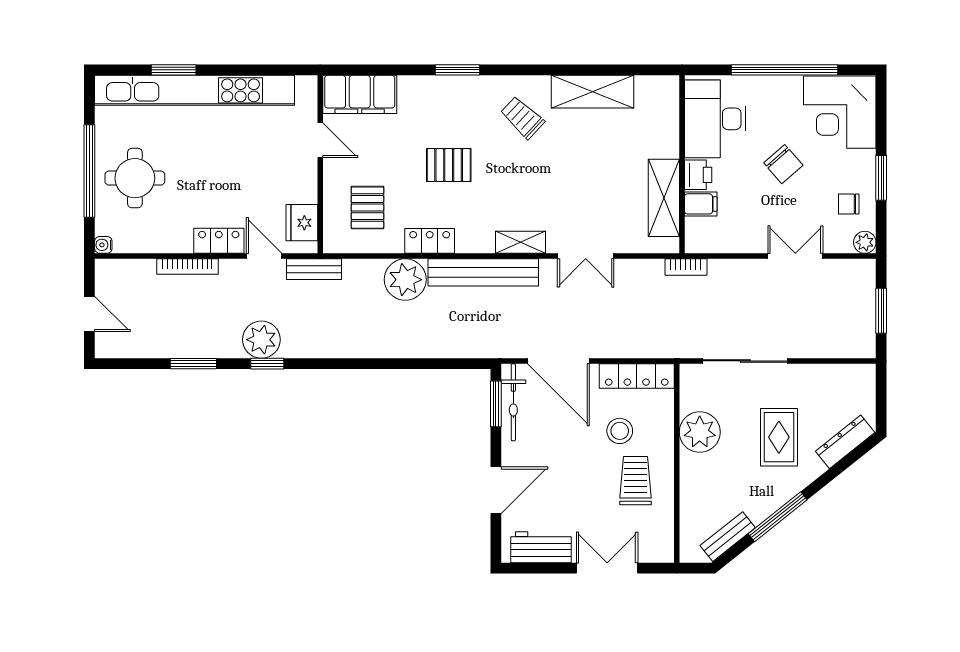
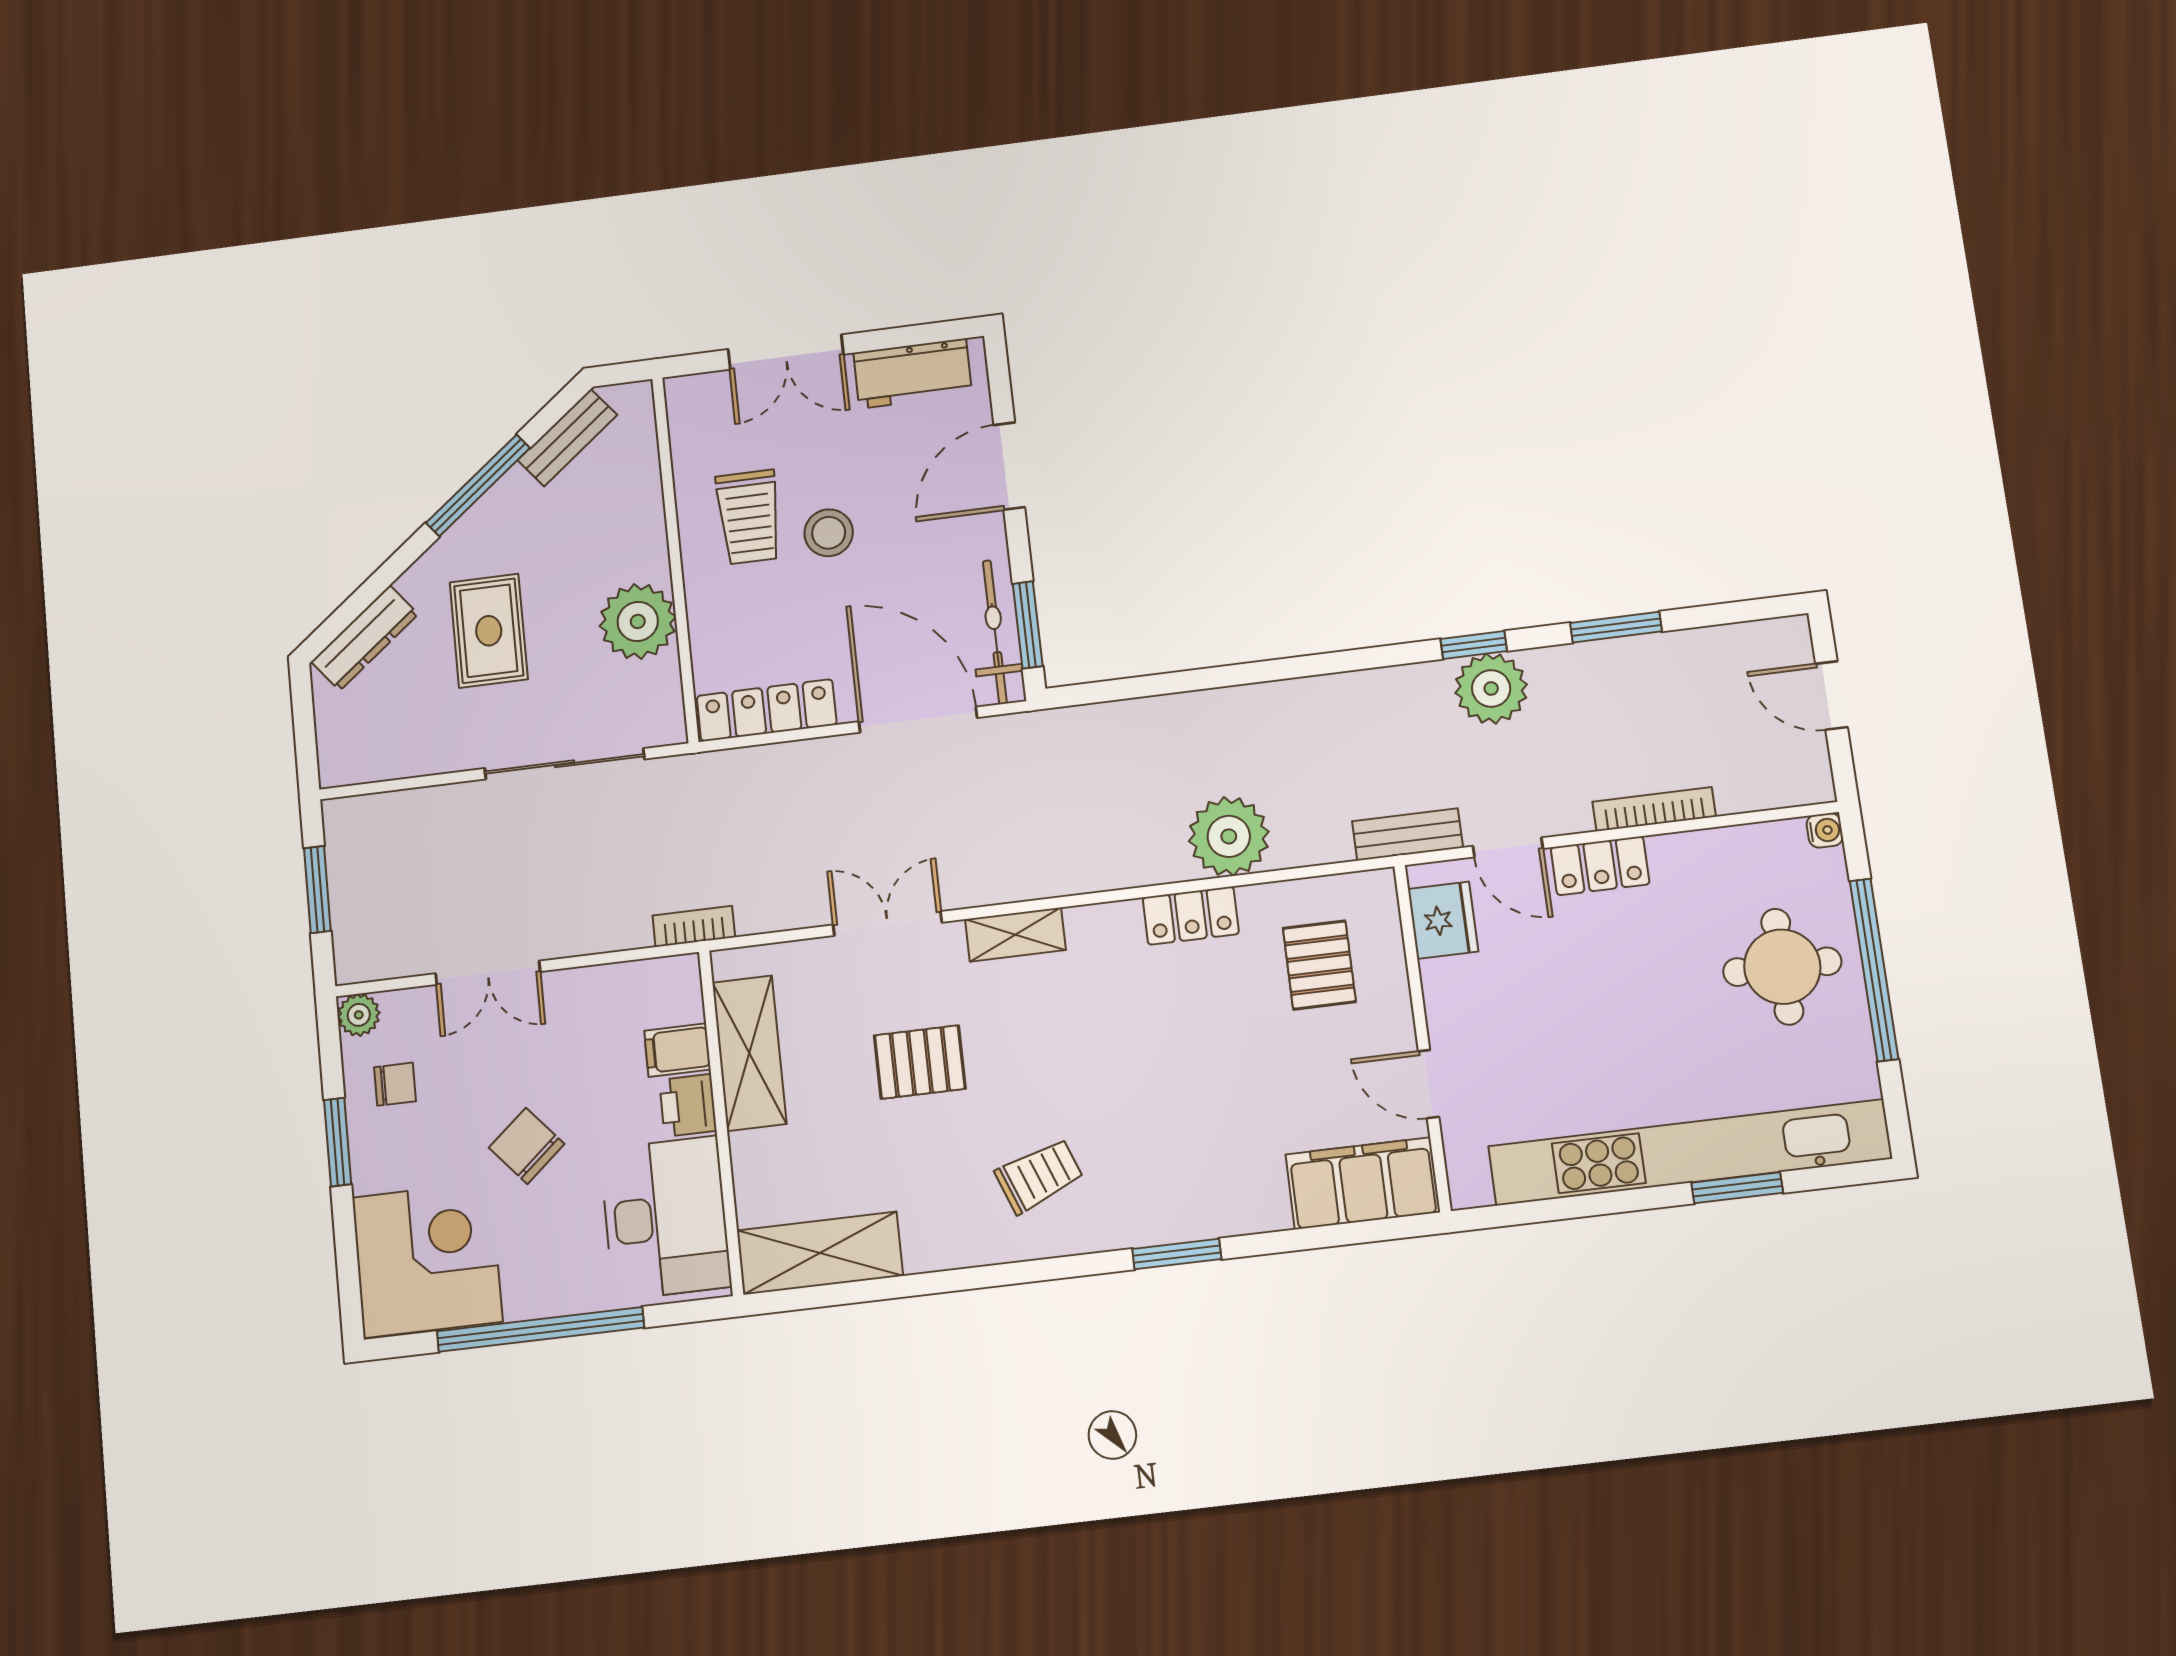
shelving: (592, 92) -> (820, 1253), moved
trolley: (522, 118) -> (1039, 1176), turned -64
pallet: (449, 165) -> (920, 1062), moved
bench: (483, 272) -> (1080, 868), removed
stool: (620, 431) -> (829, 533), moved

